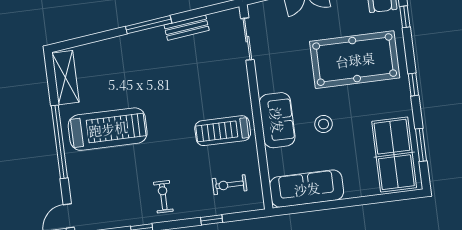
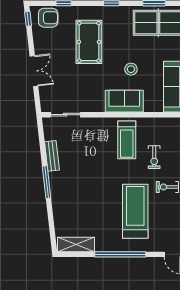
pool table: (355, 60) -> (89, 42), width x0.73, depth x0.76
treadmill: (108, 129) -> (135, 211), moved
exercise bike: (230, 185) -> (154, 157), moved

